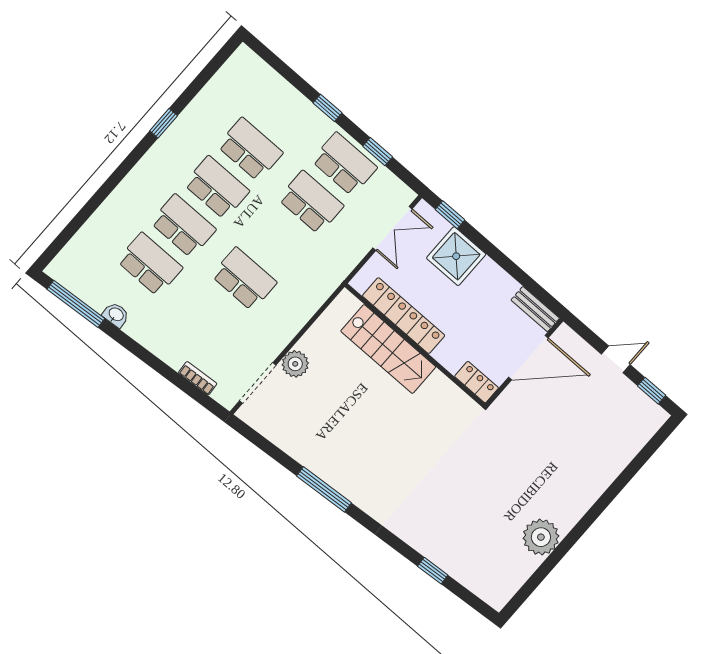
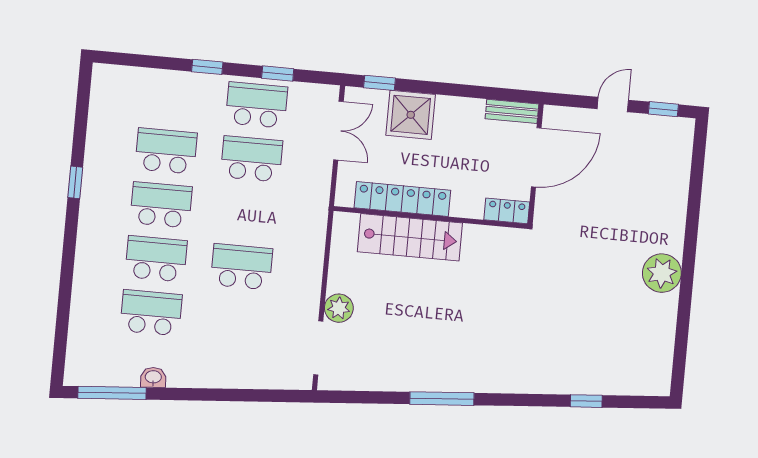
bookcase: (198, 378) -> (263, 381), removed
plant: (541, 537) -> (662, 273), moved

